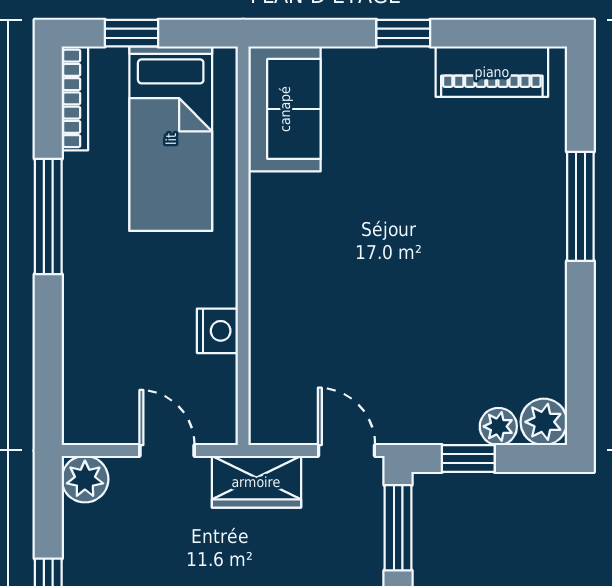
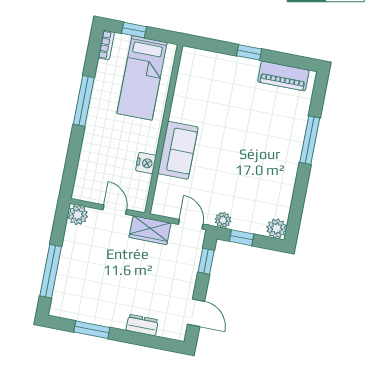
bookcase: (75, 98) -> (106, 45), width x0.64
sofa: (285, 109) -> (178, 150), moved
plant: (498, 426) -> (223, 220), moved
window: (398, 528) -> (206, 261), width x0.67

